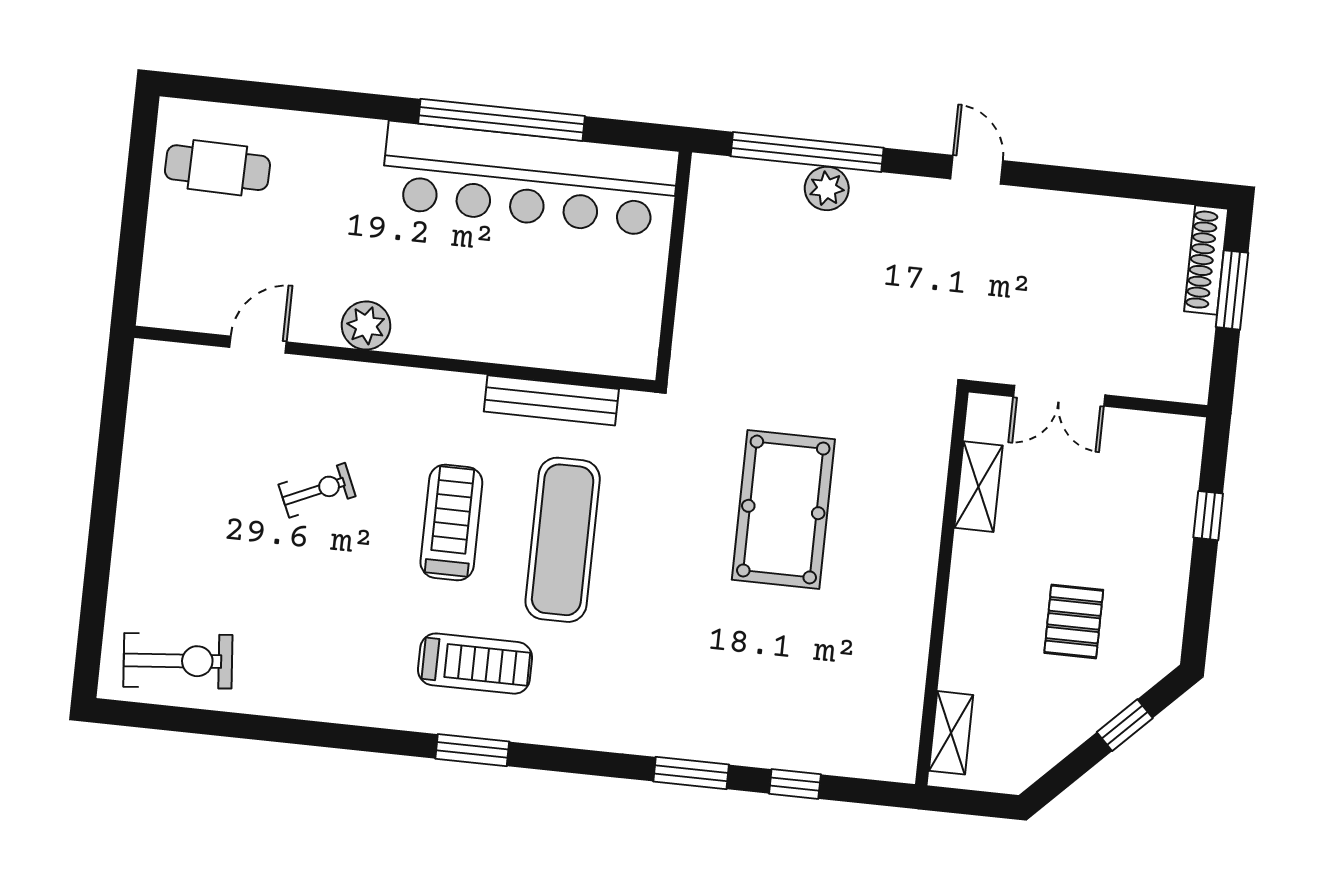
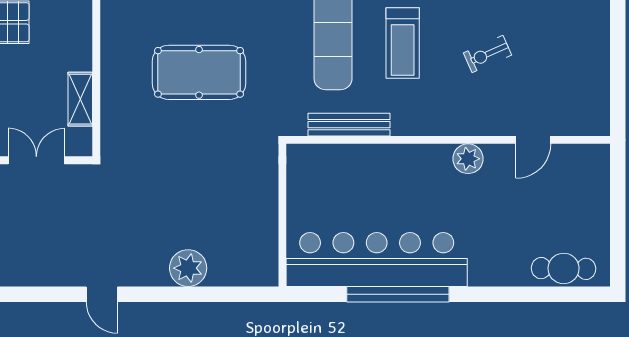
window: (807, 152) -> (207, 294), removed
cafe table: (217, 168) -> (564, 268), moved
plant: (827, 188) -> (188, 268), width x1.36, depth x1.36
pool table: (783, 510) -> (199, 72), turned 90

